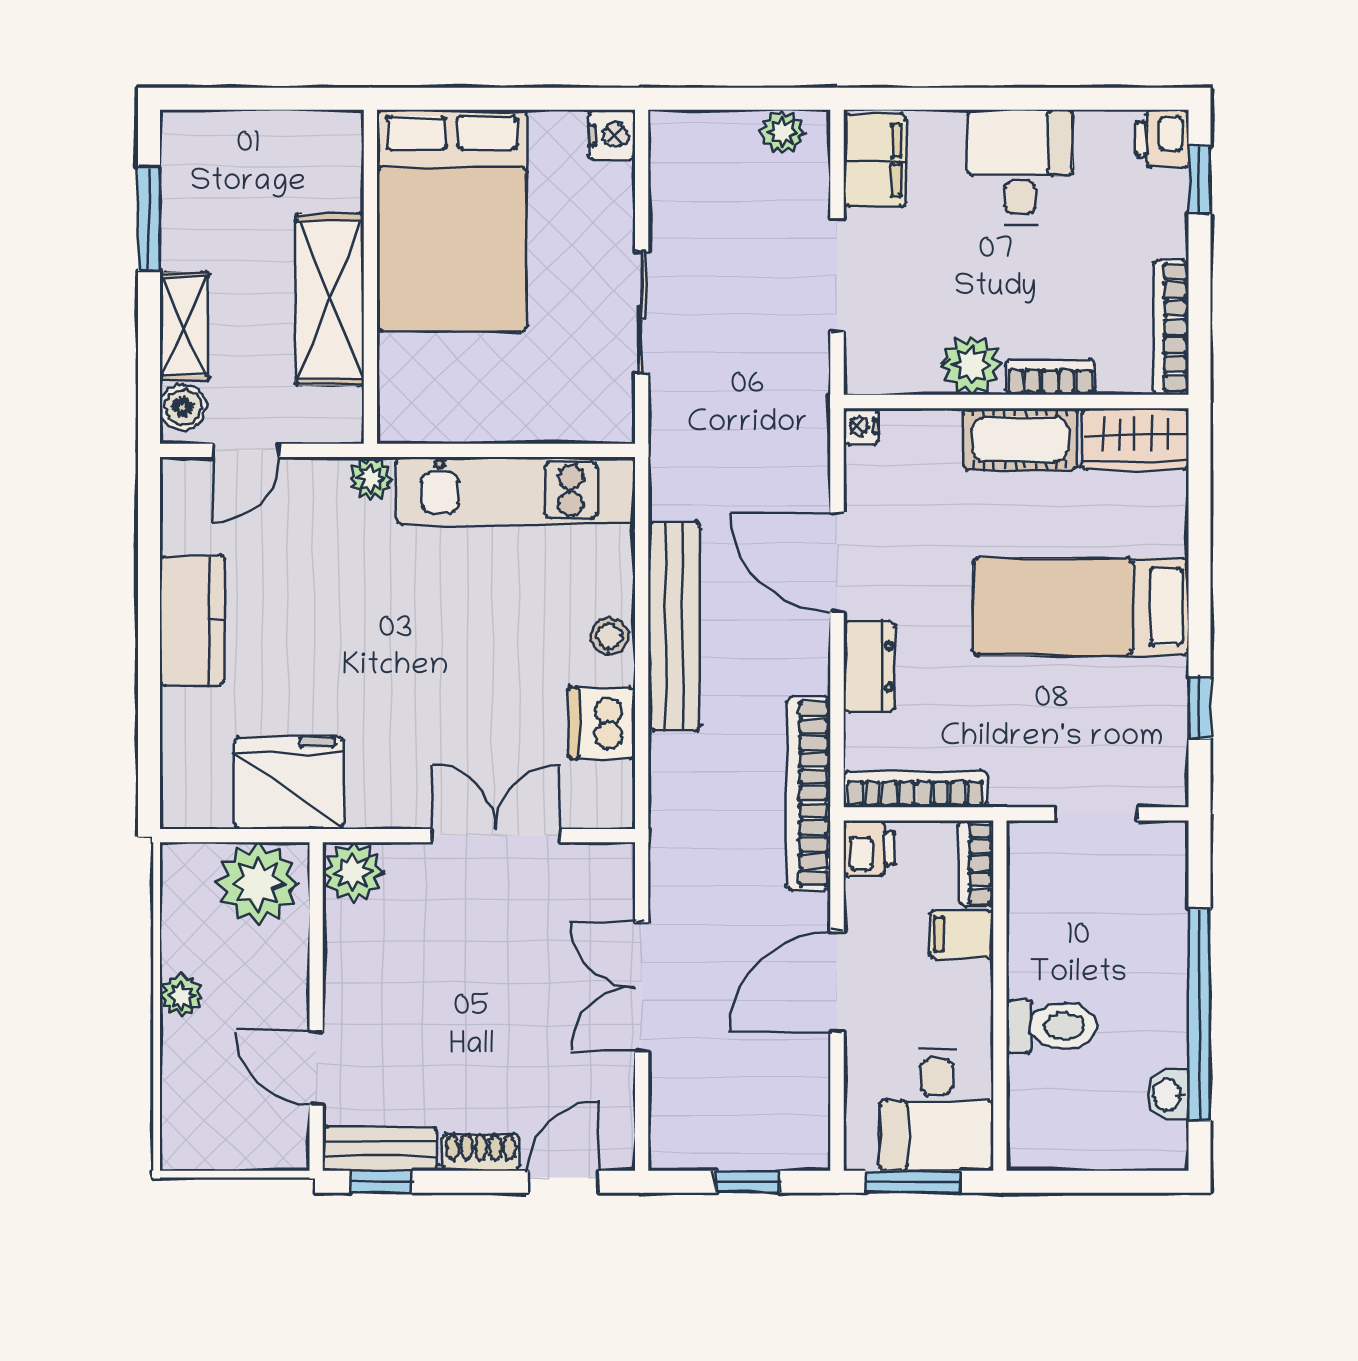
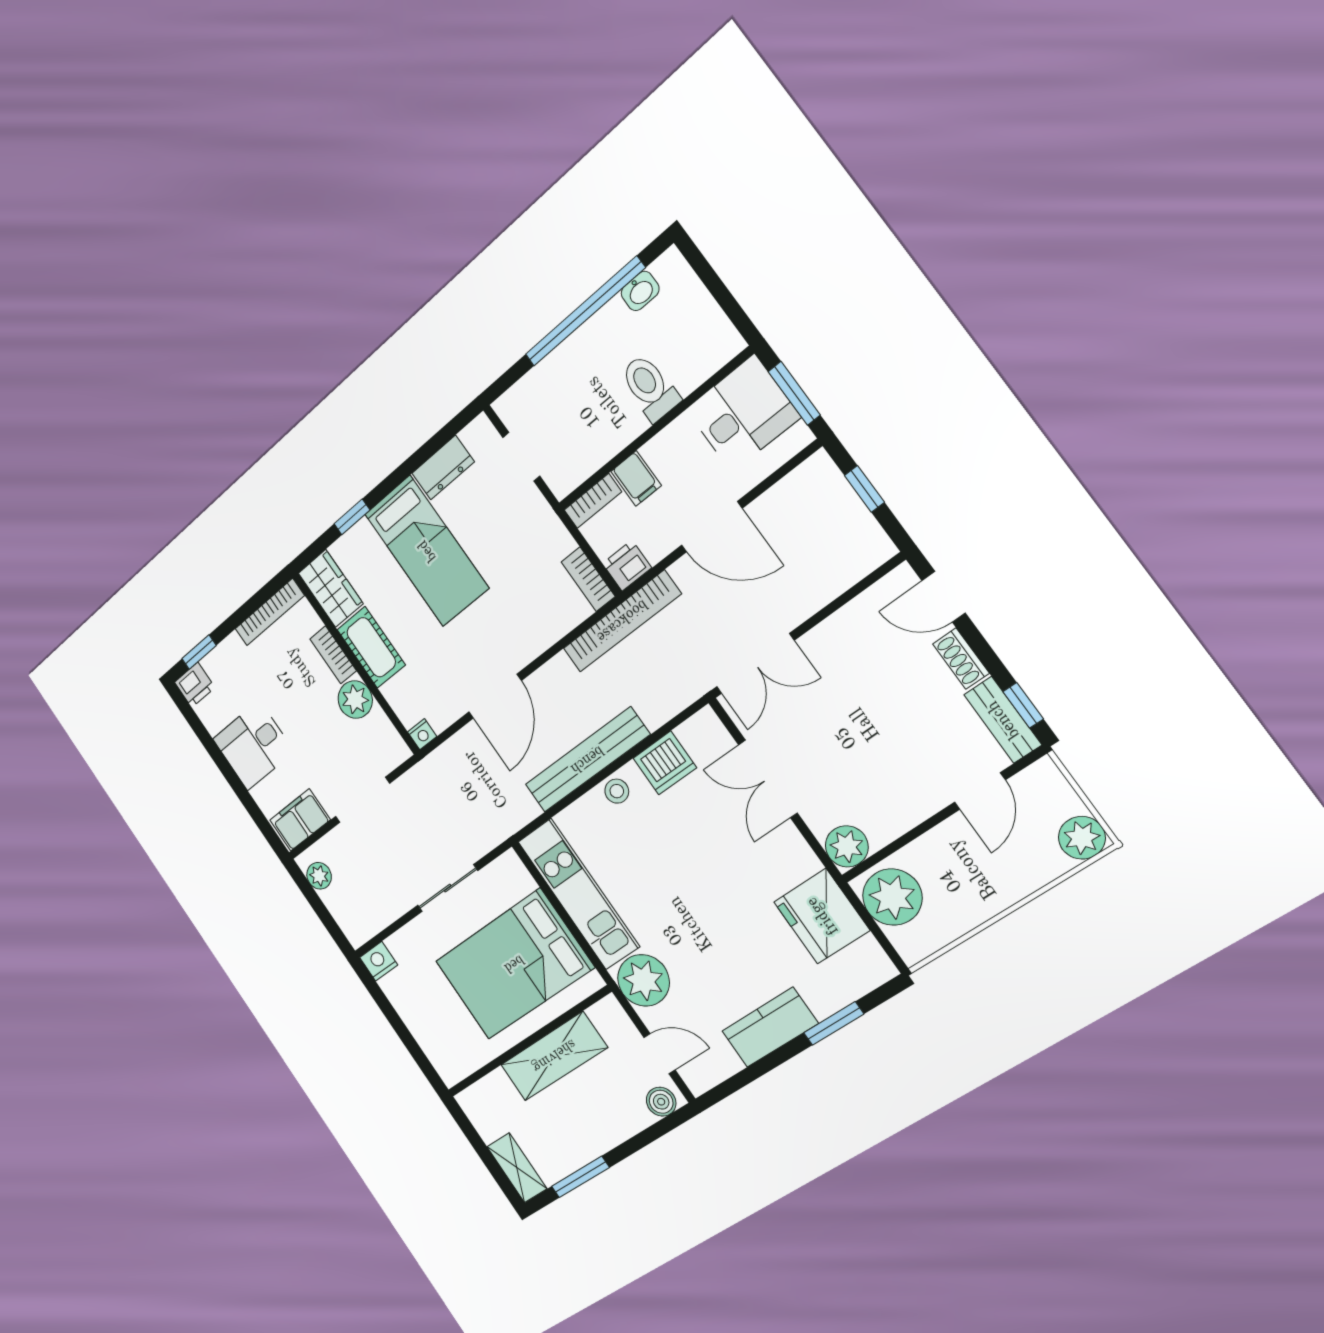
bed: (452, 220) -> (514, 964), moved, turned 180
shelving: (184, 326) -> (517, 1168), moved, turned 90
plant: (371, 478) -> (643, 980), width x1.87, depth x1.87
dresser: (869, 667) -> (443, 468), moved, turned 180
window: (149, 704) -> (834, 1024), added
window: (1199, 708) -> (352, 517), moved
bookcase: (915, 789) -> (588, 579), width x0.64
double door: (642, 987) -> (755, 664), moved
plant: (181, 995) -> (1082, 838), moved, width x1.38, depth x1.38

